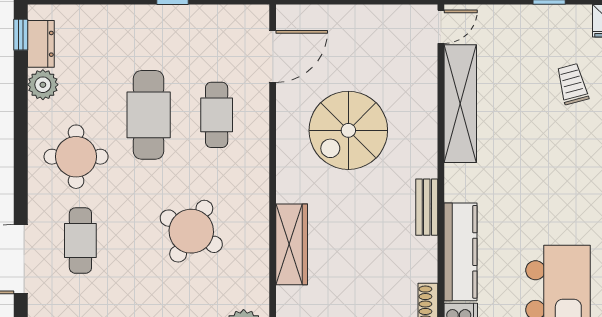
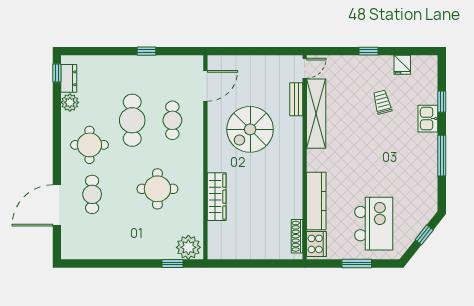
bench: (427, 207) -> (296, 99), moved
round table: (191, 231) -> (157, 189), turned -30

